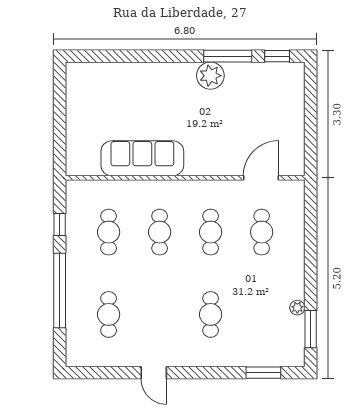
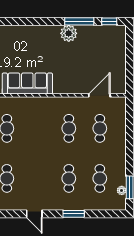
cafe table: (160, 232) -> (100, 178), moved
plant: (297, 308) -> (122, 190), moved
window: (263, 373) -> (74, 214), moved

